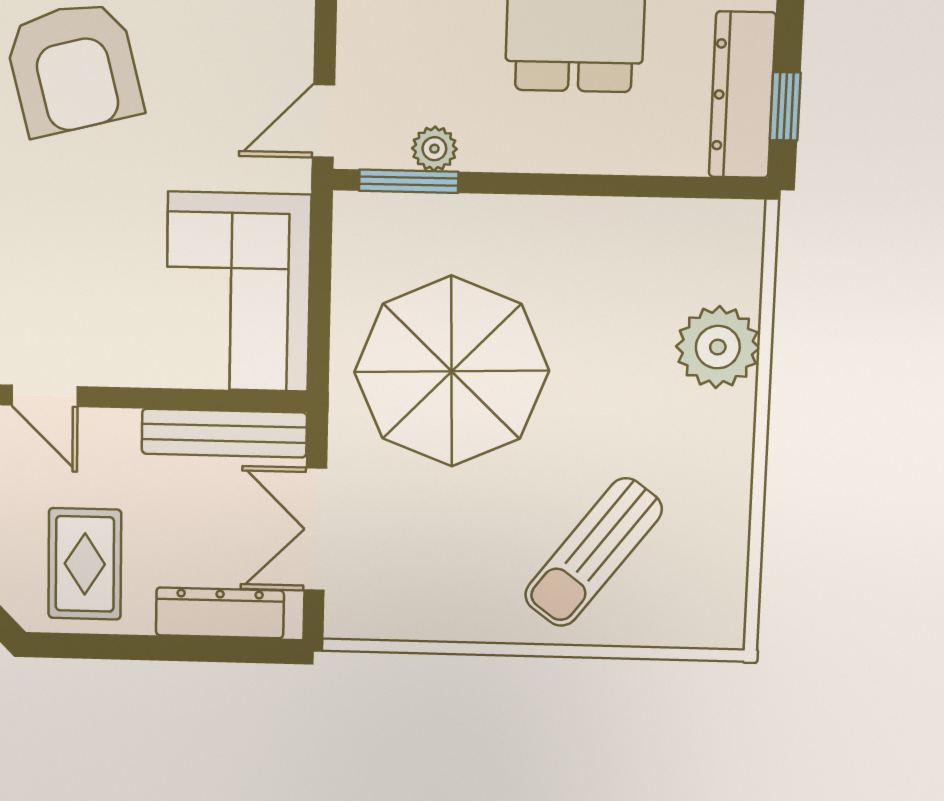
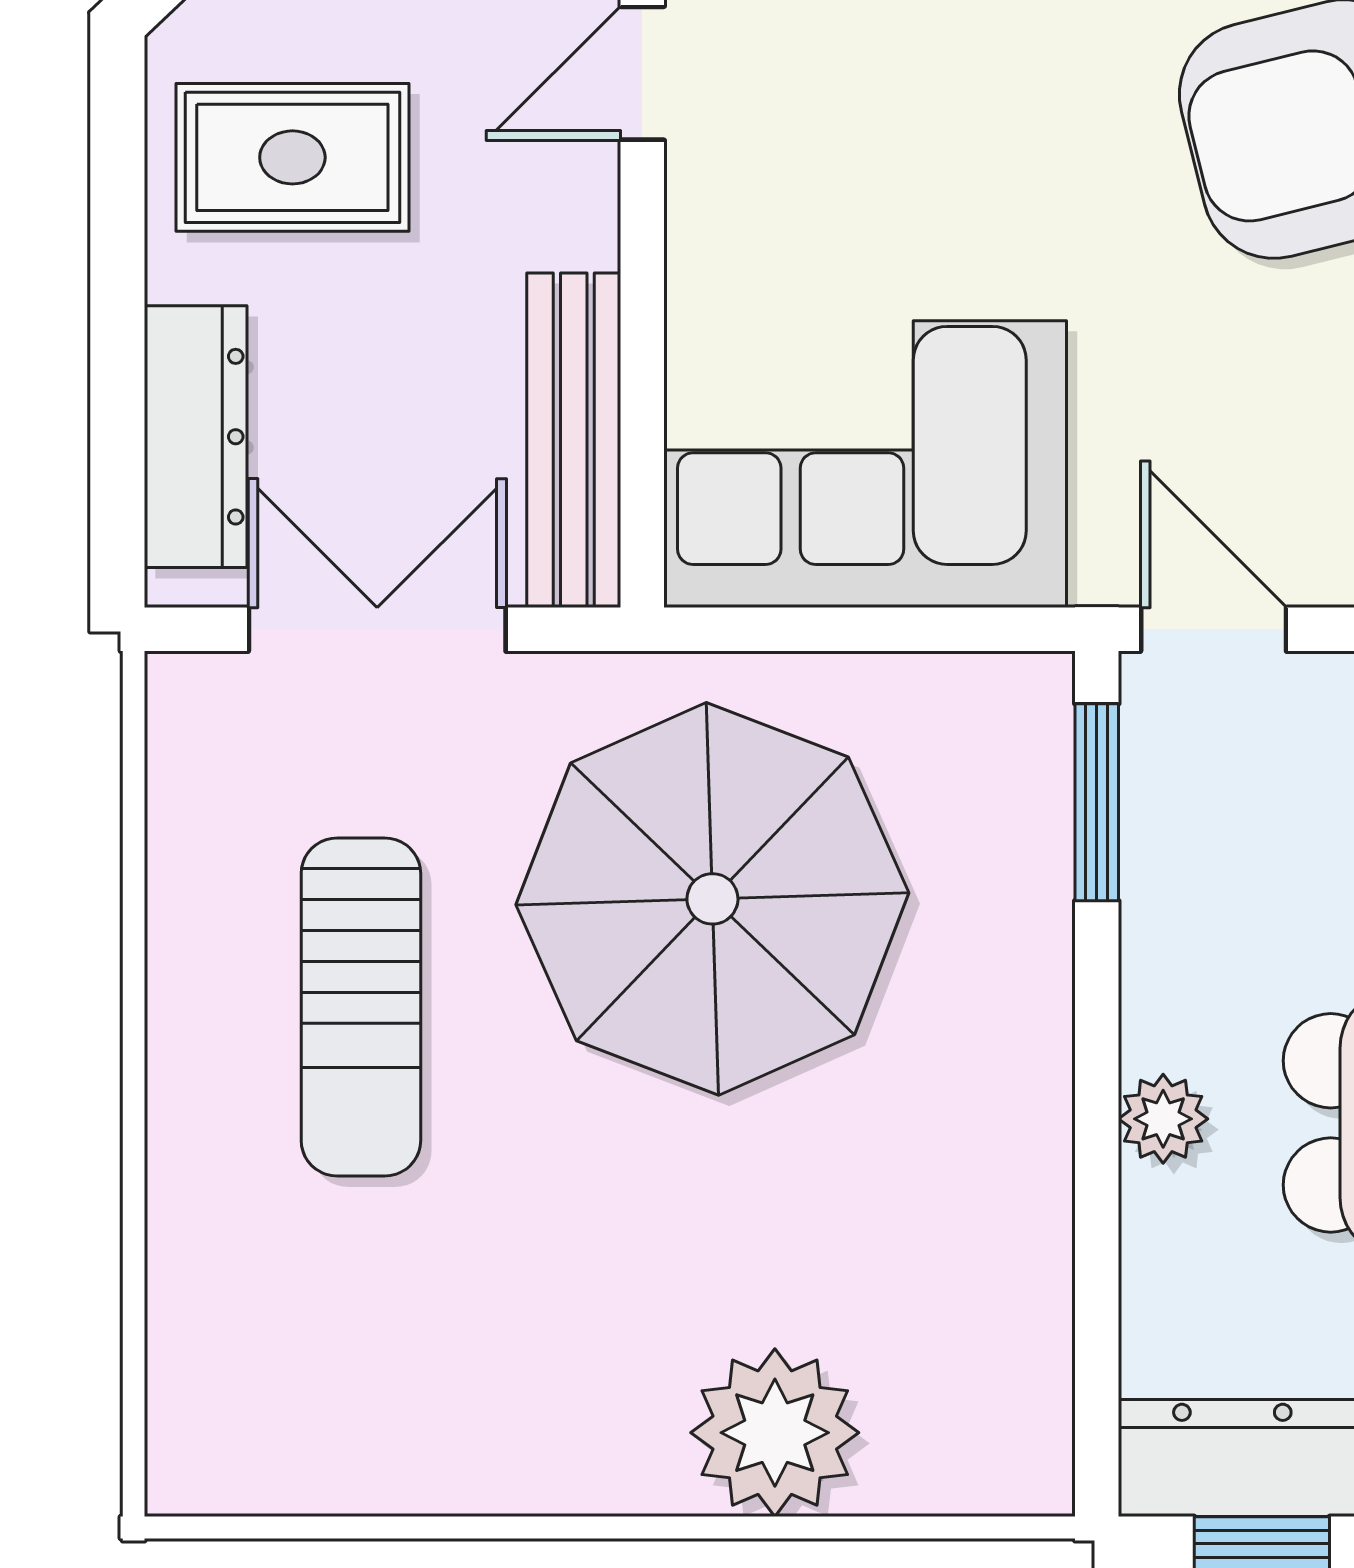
plant: (434, 149) -> (1163, 1119), moved
sun lounger: (593, 552) -> (361, 1007), moved, turned -127

